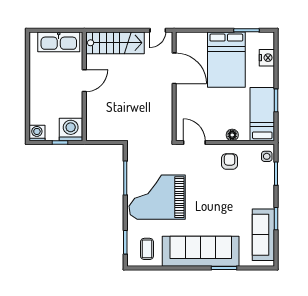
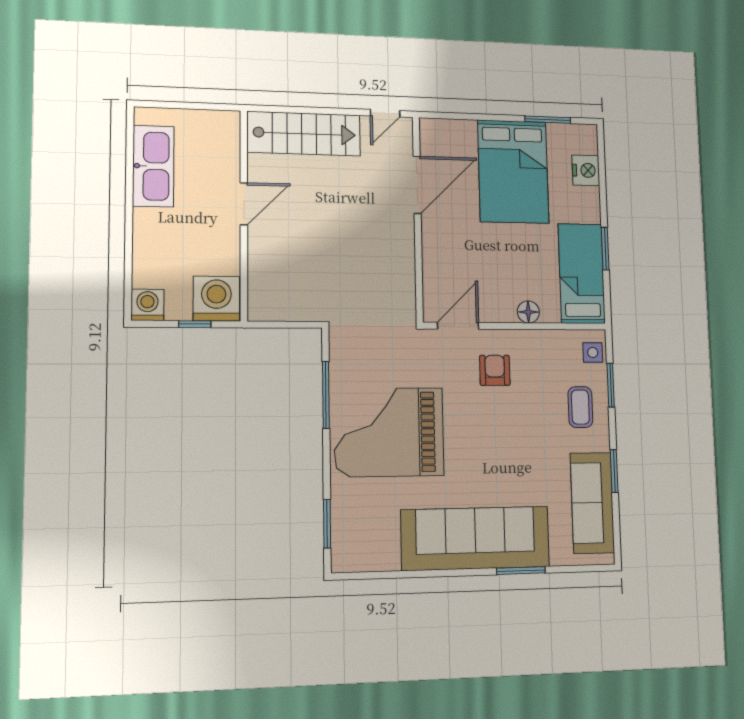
kitchen sink: (59, 42) -> (153, 166), moved, turned -90
door: (174, 68) -> (417, 185), hinge flipped
door: (194, 143) -> (458, 326), hinge flipped
armchair: (230, 161) -> (495, 370), moved
coffee table: (147, 249) -> (580, 407), moved

